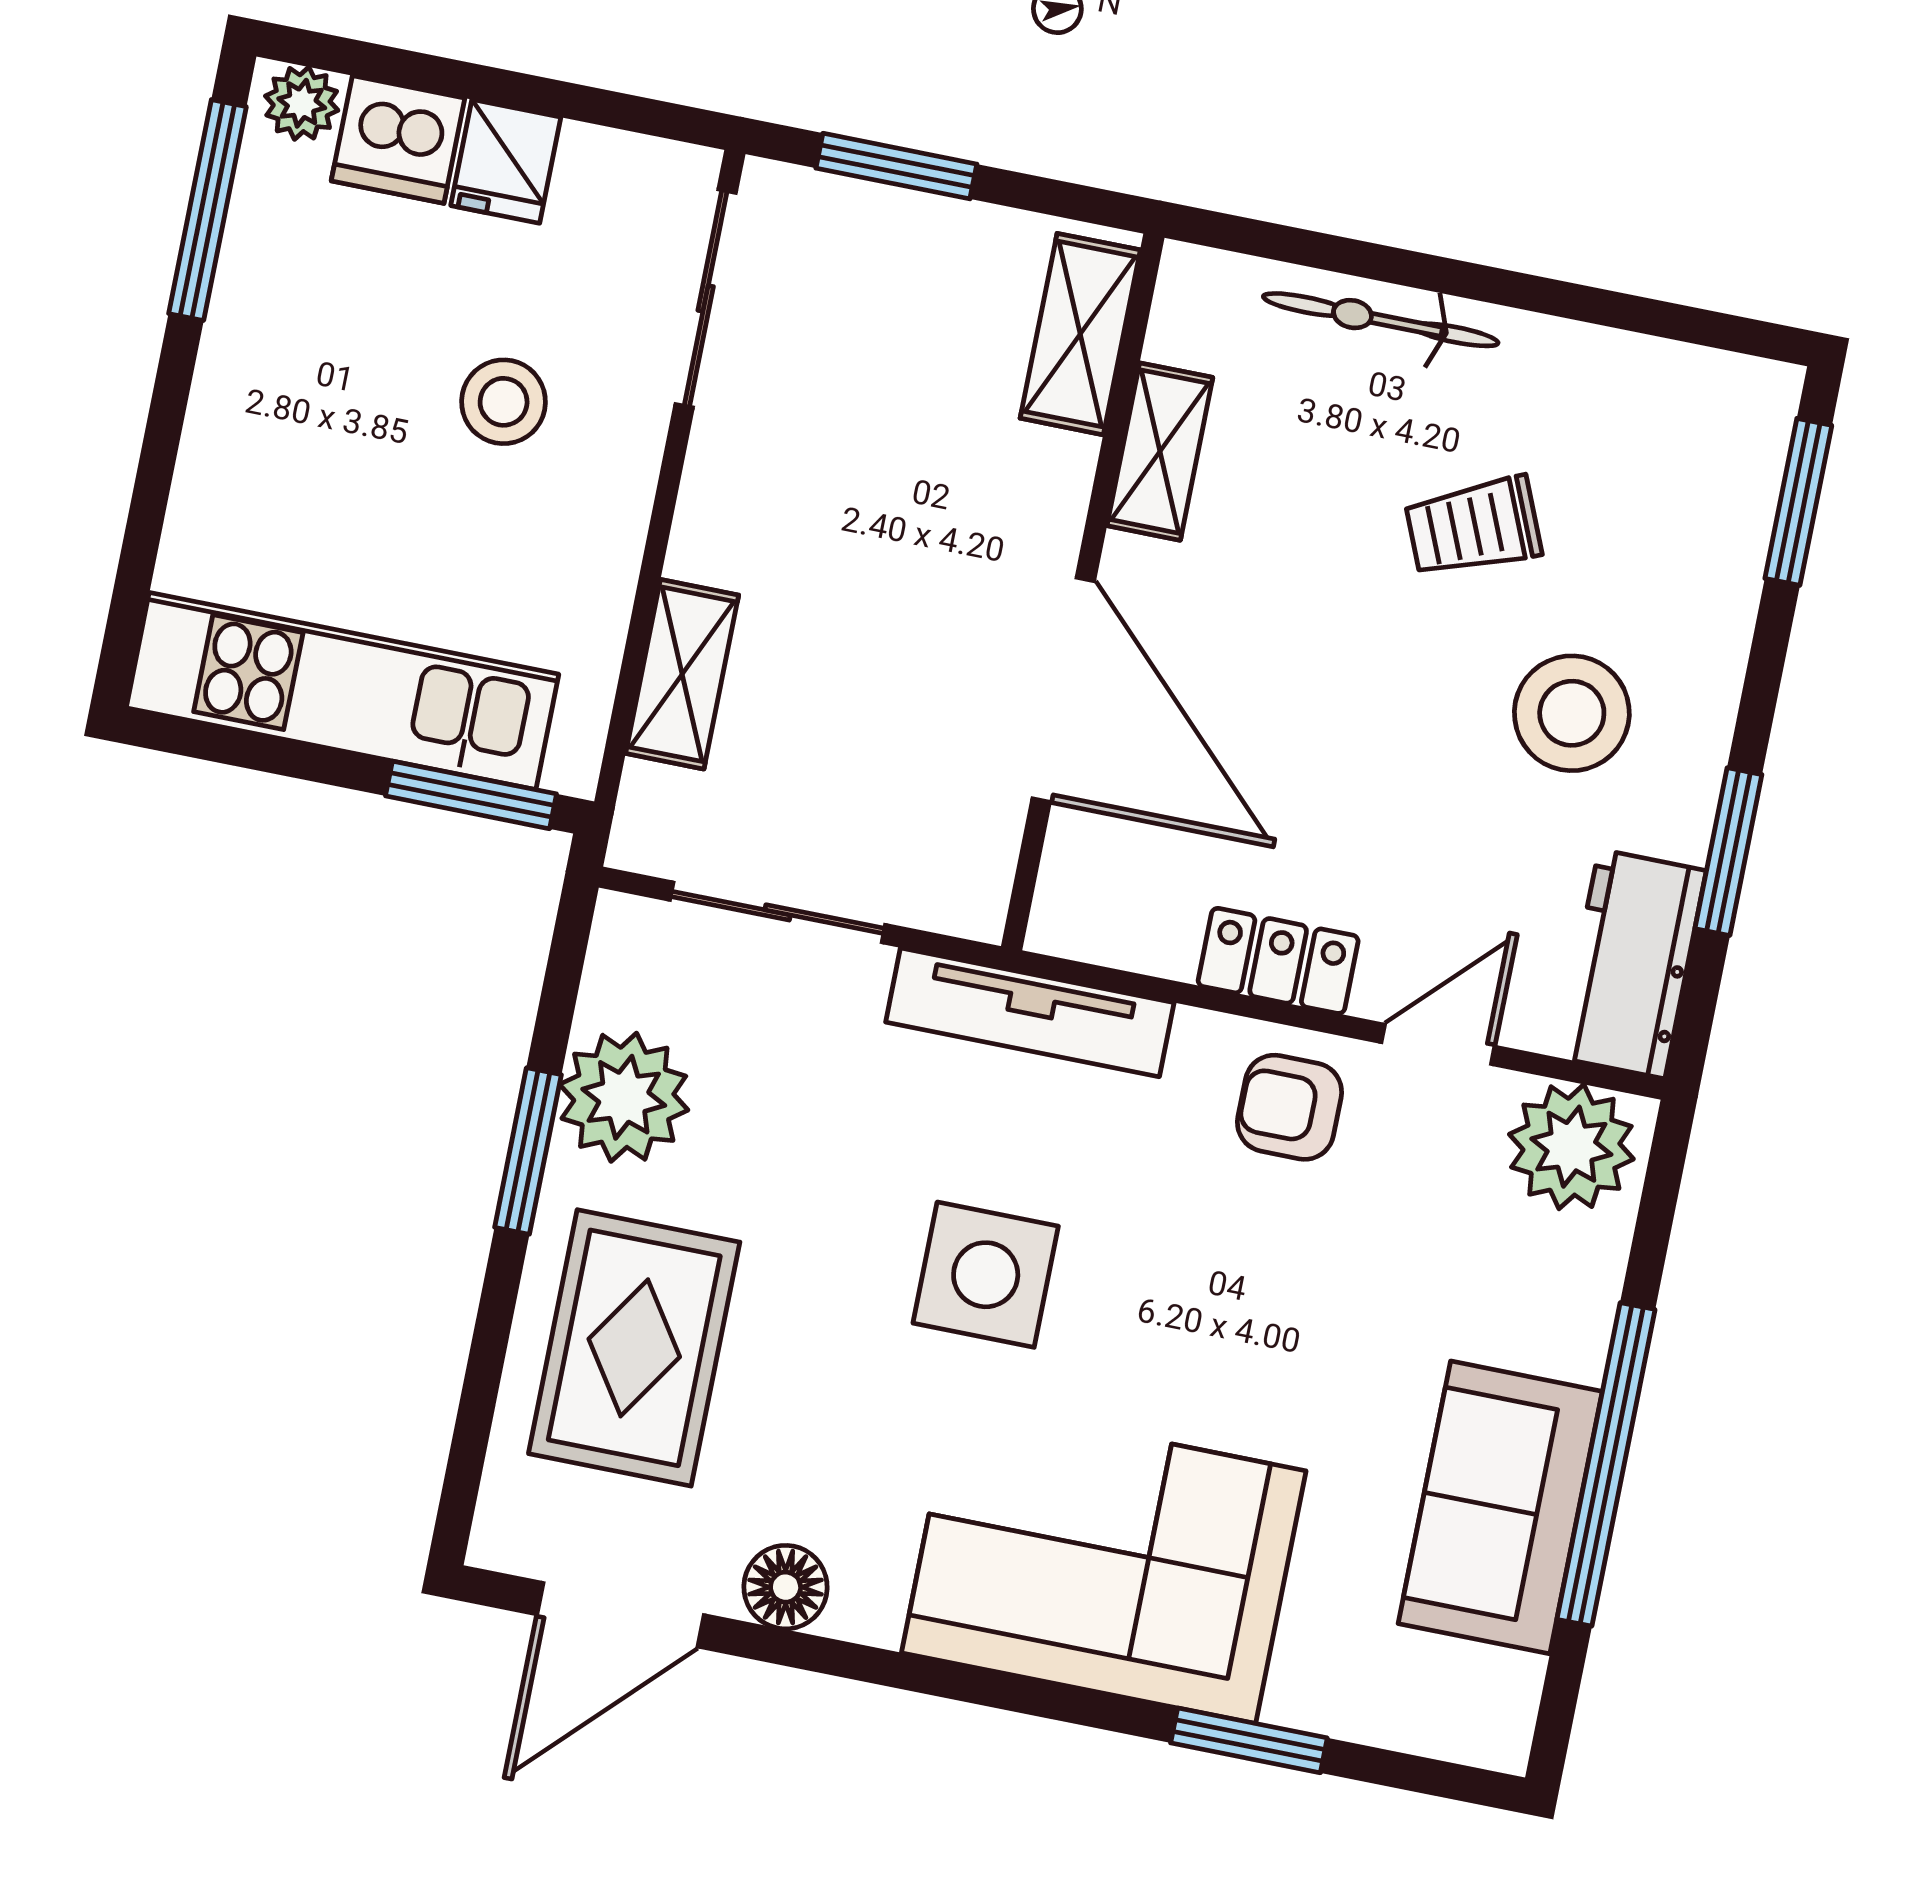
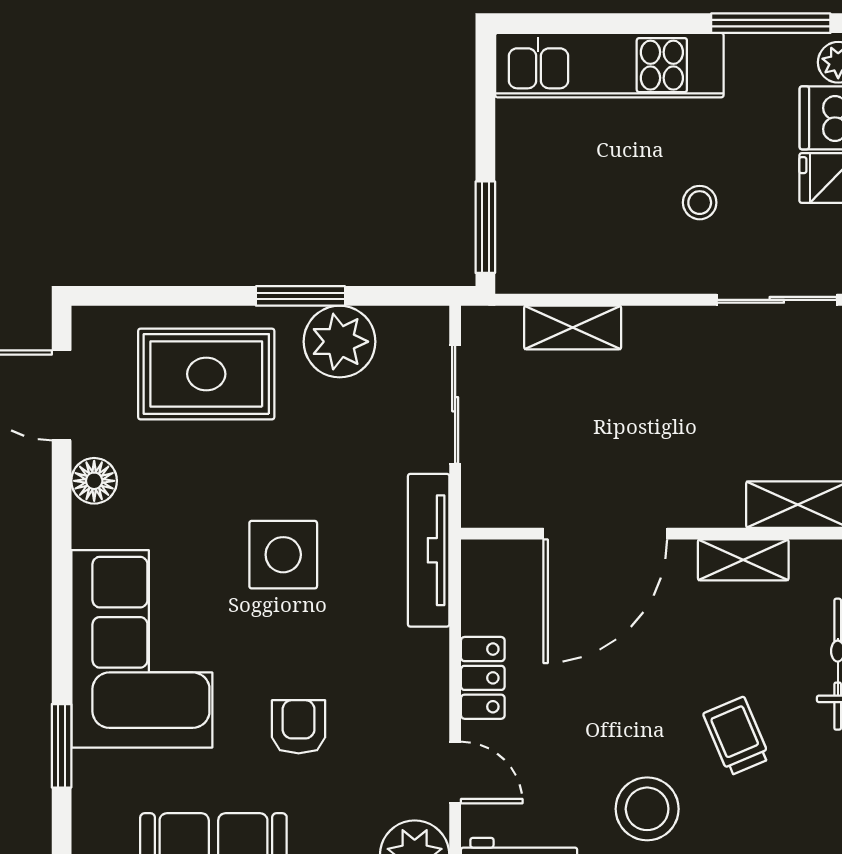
stool: (504, 402) -> (700, 203), width x0.73, depth x0.73
kitchen unit: (342, 691) -> (609, 65), moved, turned 90
armchair: (1290, 1107) -> (299, 727), moved

